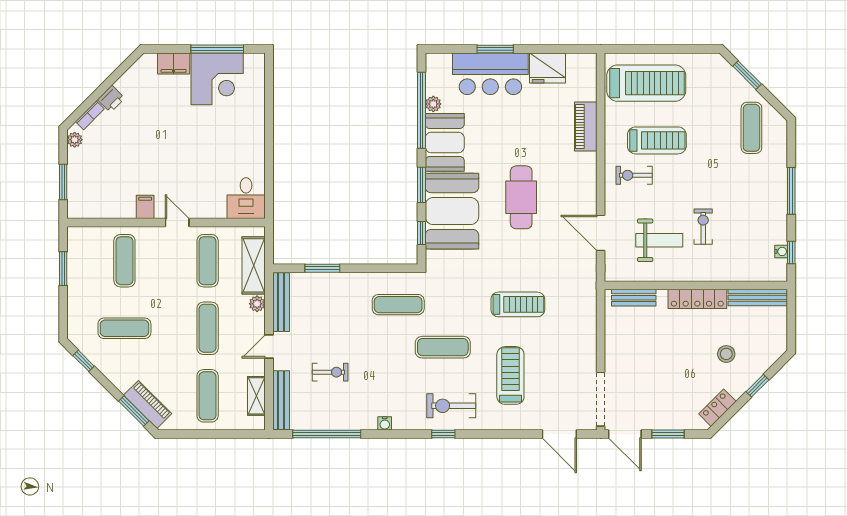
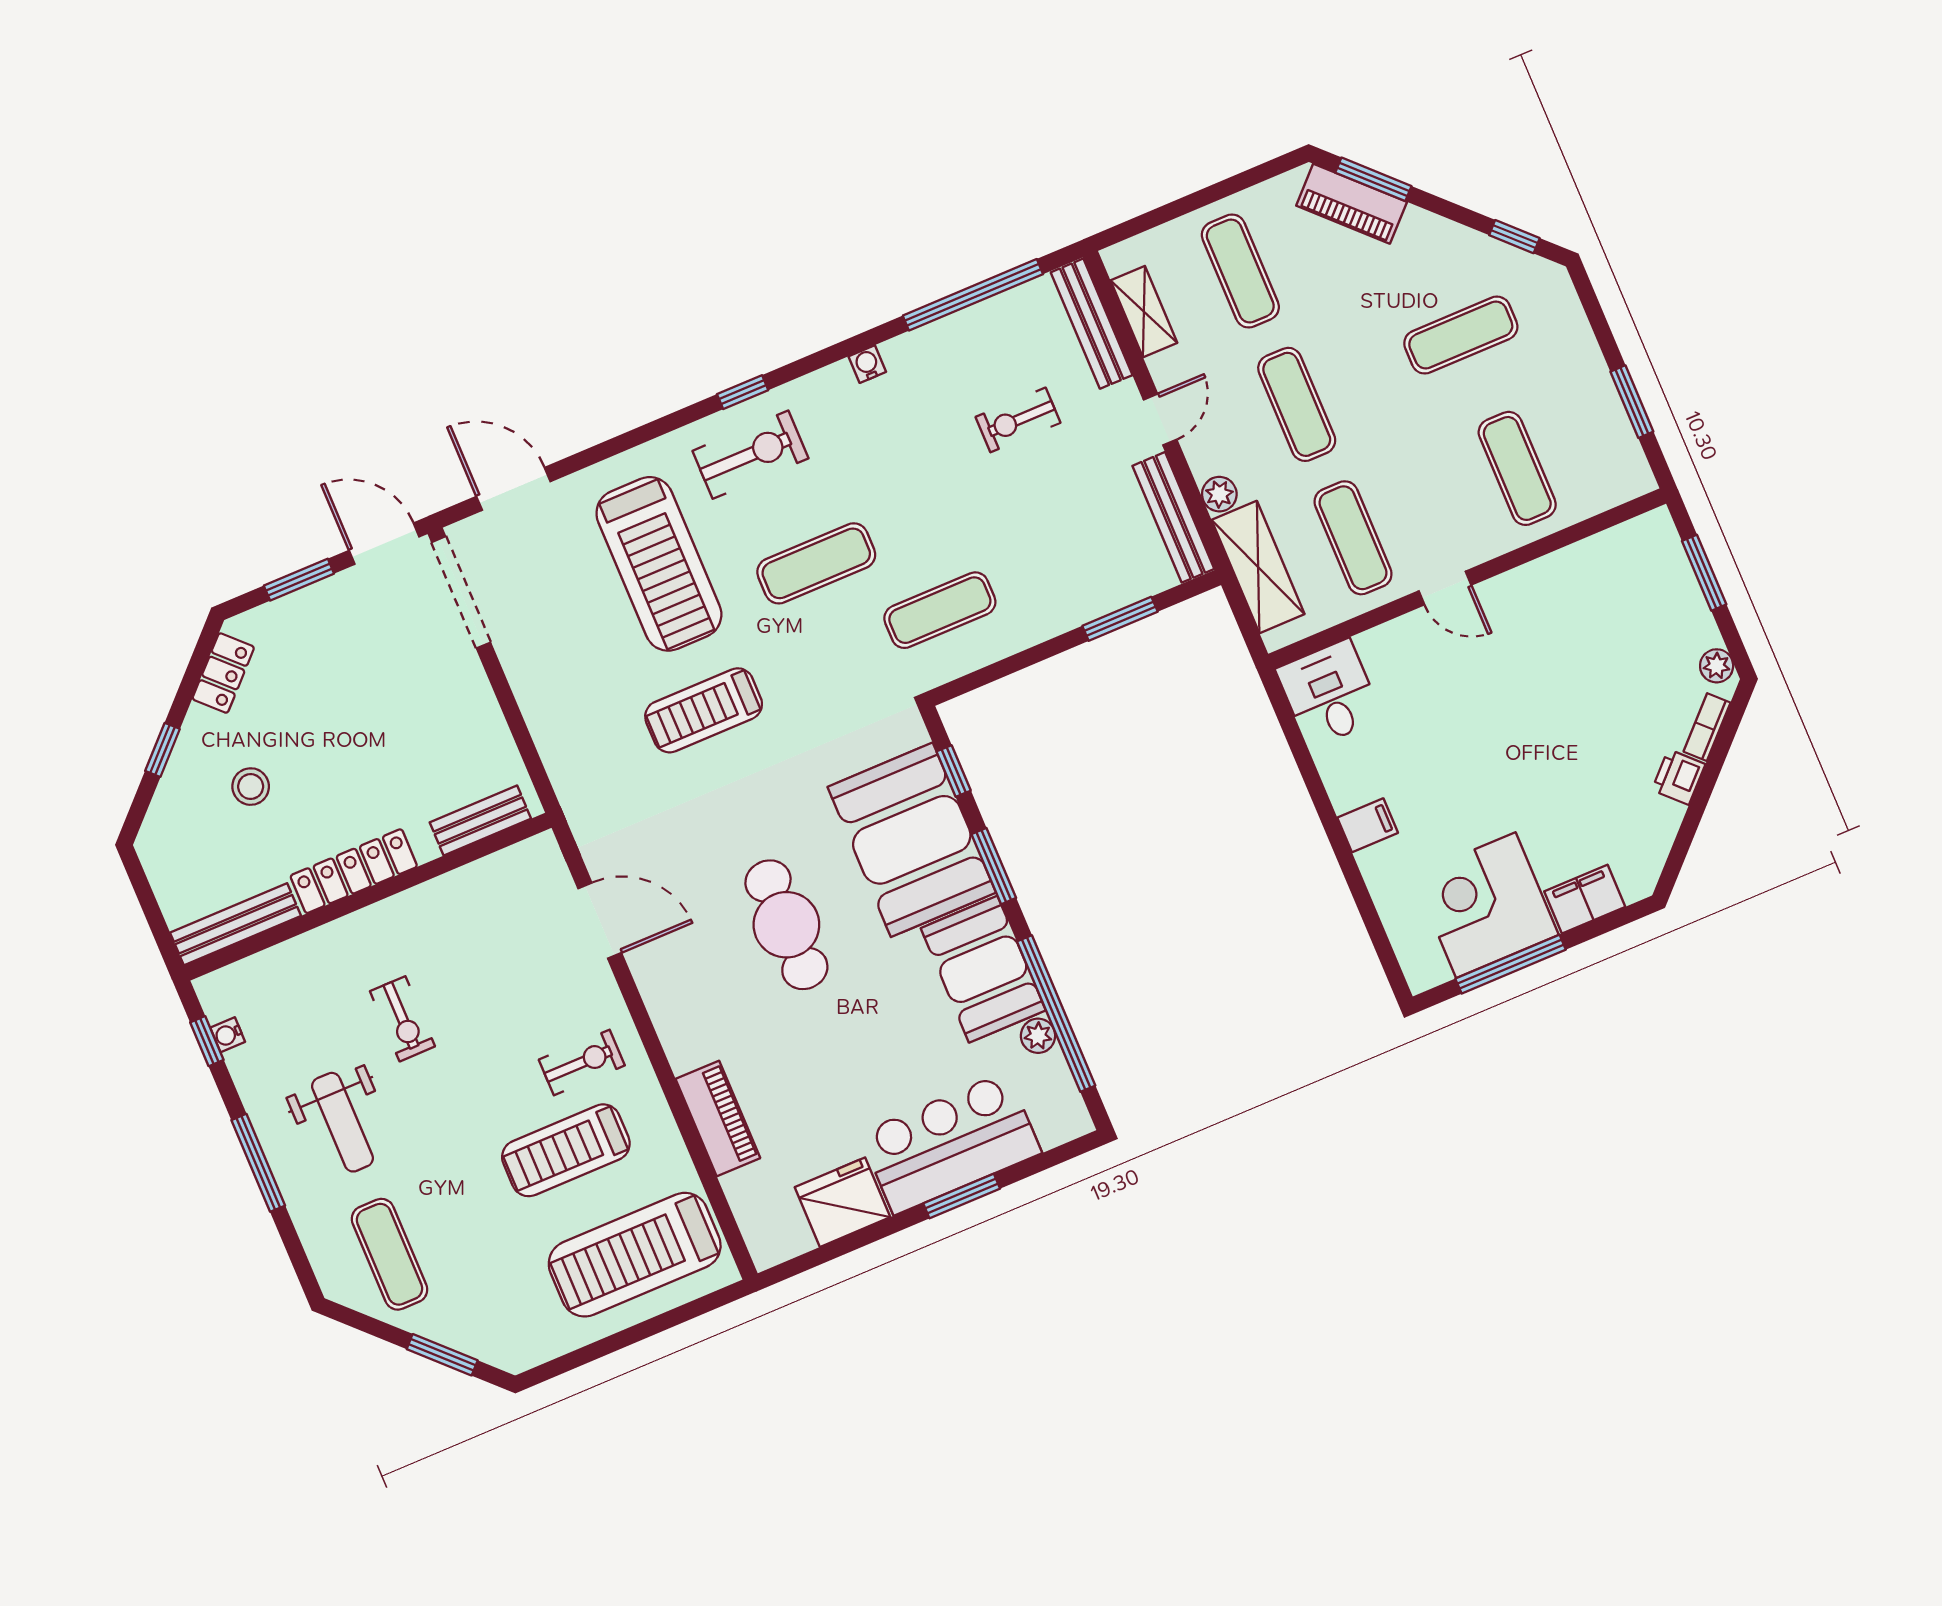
filing cabinet: (145, 207) -> (1368, 825), moved, turned -90
weight bench: (659, 240) -> (342, 1122), moved, turned -90
treadmill: (510, 375) -> (659, 564), width x1.37, depth x1.38

